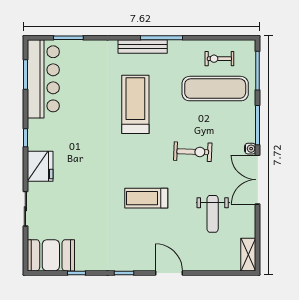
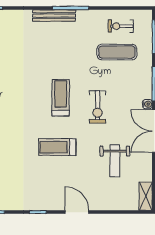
exercise mat: (215, 89) -> (117, 52), width x0.73, depth x0.69
treadmill: (135, 104) -> (61, 98), moved, width x0.73, depth x0.73
exercise bike: (193, 152) -> (98, 107), turned 88

